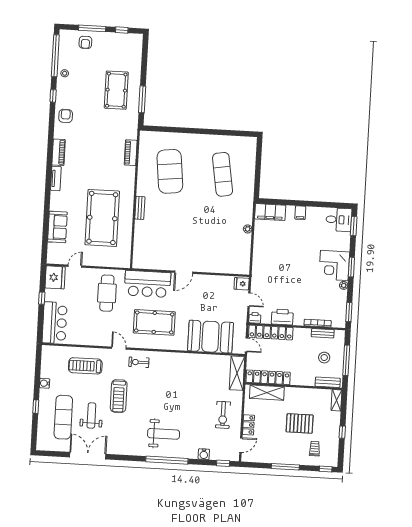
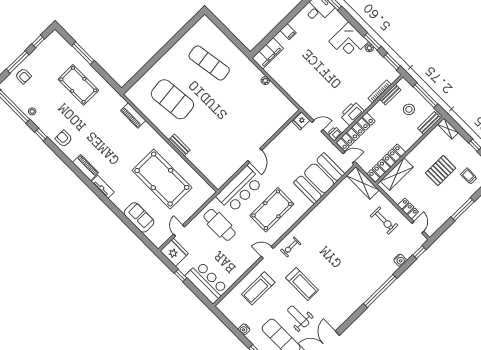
window: (142, 99) -> (83, 53), moved
window: (351, 267) -> (372, 42), moved
weight bench: (164, 434) -> (359, 276), removed

